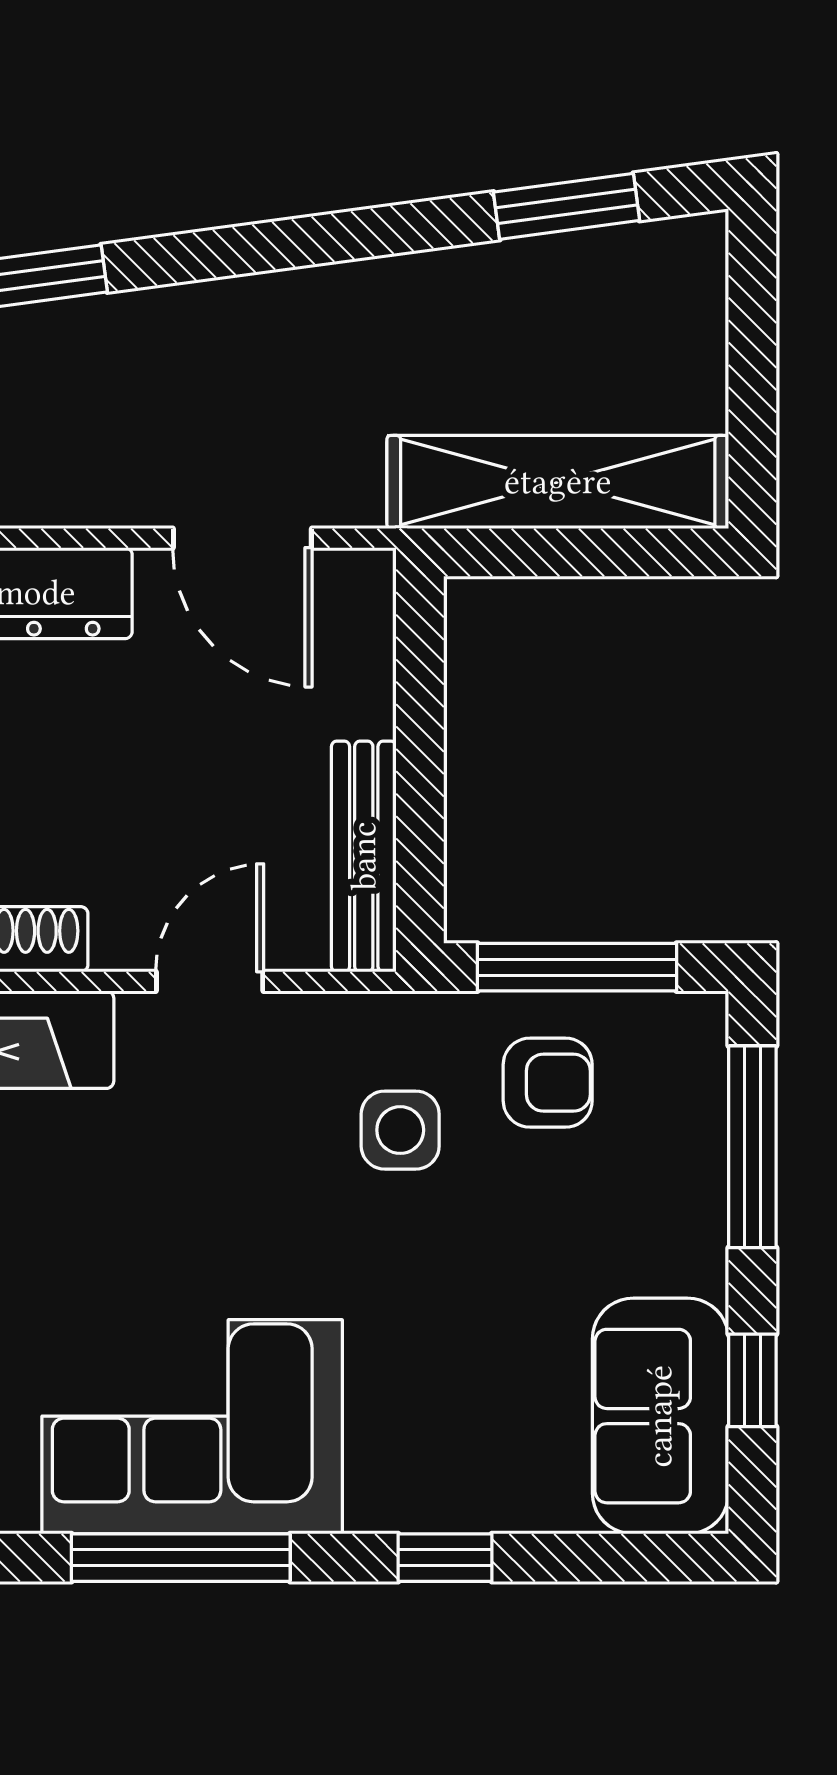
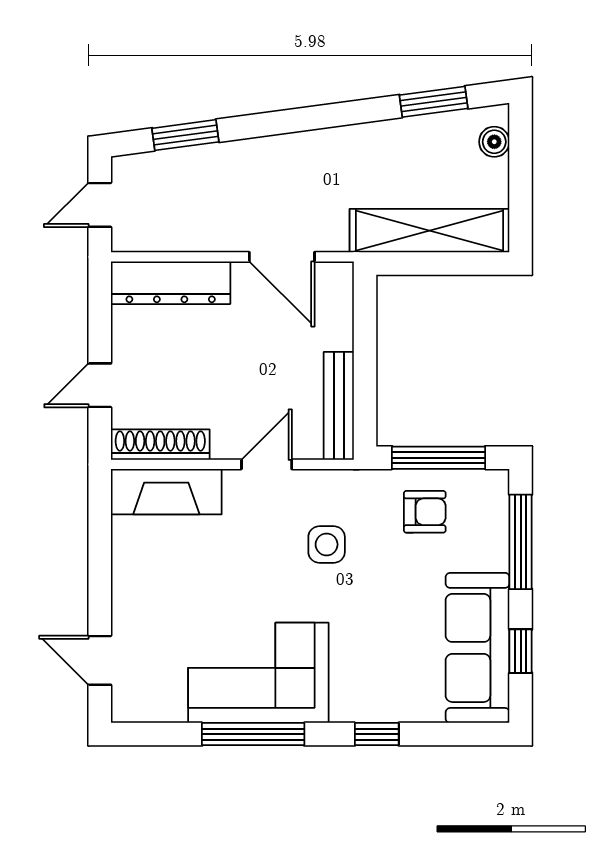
boiler: (696, 292) -> (494, 142), added
side table: (400, 1130) -> (327, 544), moved
sofa: (660, 1416) -> (478, 648), width x1.36

